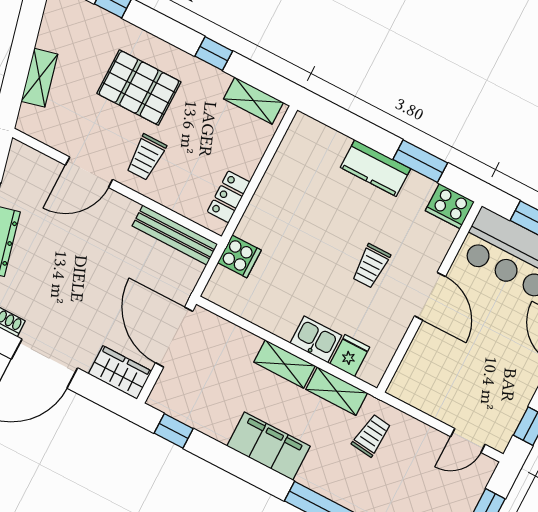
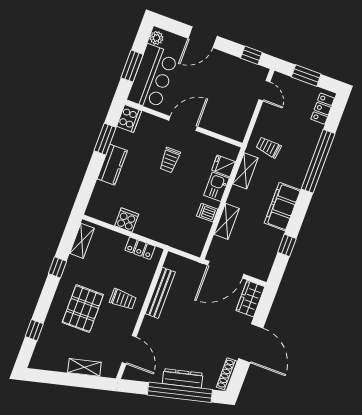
door: (89, 172) -> (129, 350), moved
bench: (175, 235) -> (160, 293), moved
cooker: (239, 256) -> (127, 220), moved
trolley: (371, 266) -> (170, 160), turned 90
dishwasher: (274, 318) -> (207, 213), added
shelving: (285, 364) -> (227, 221), moved
window: (174, 431) -> (287, 245), moved

